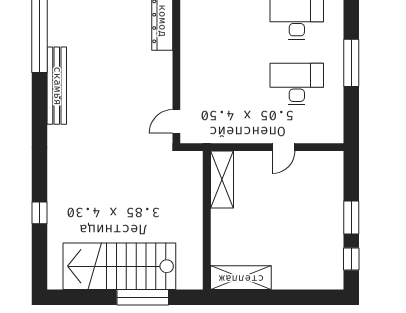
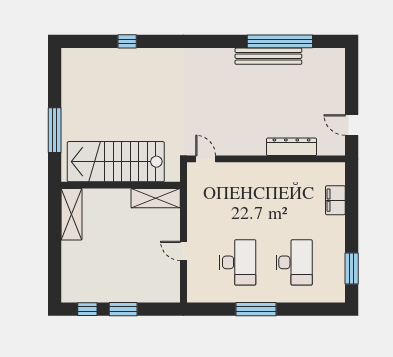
bench: (57, 86) -> (268, 56), moved
stairs: (119, 266) -> (116, 162), moved, turned -90

